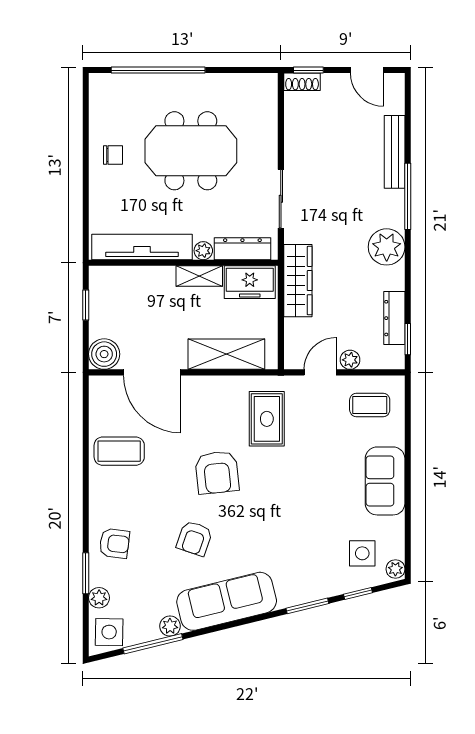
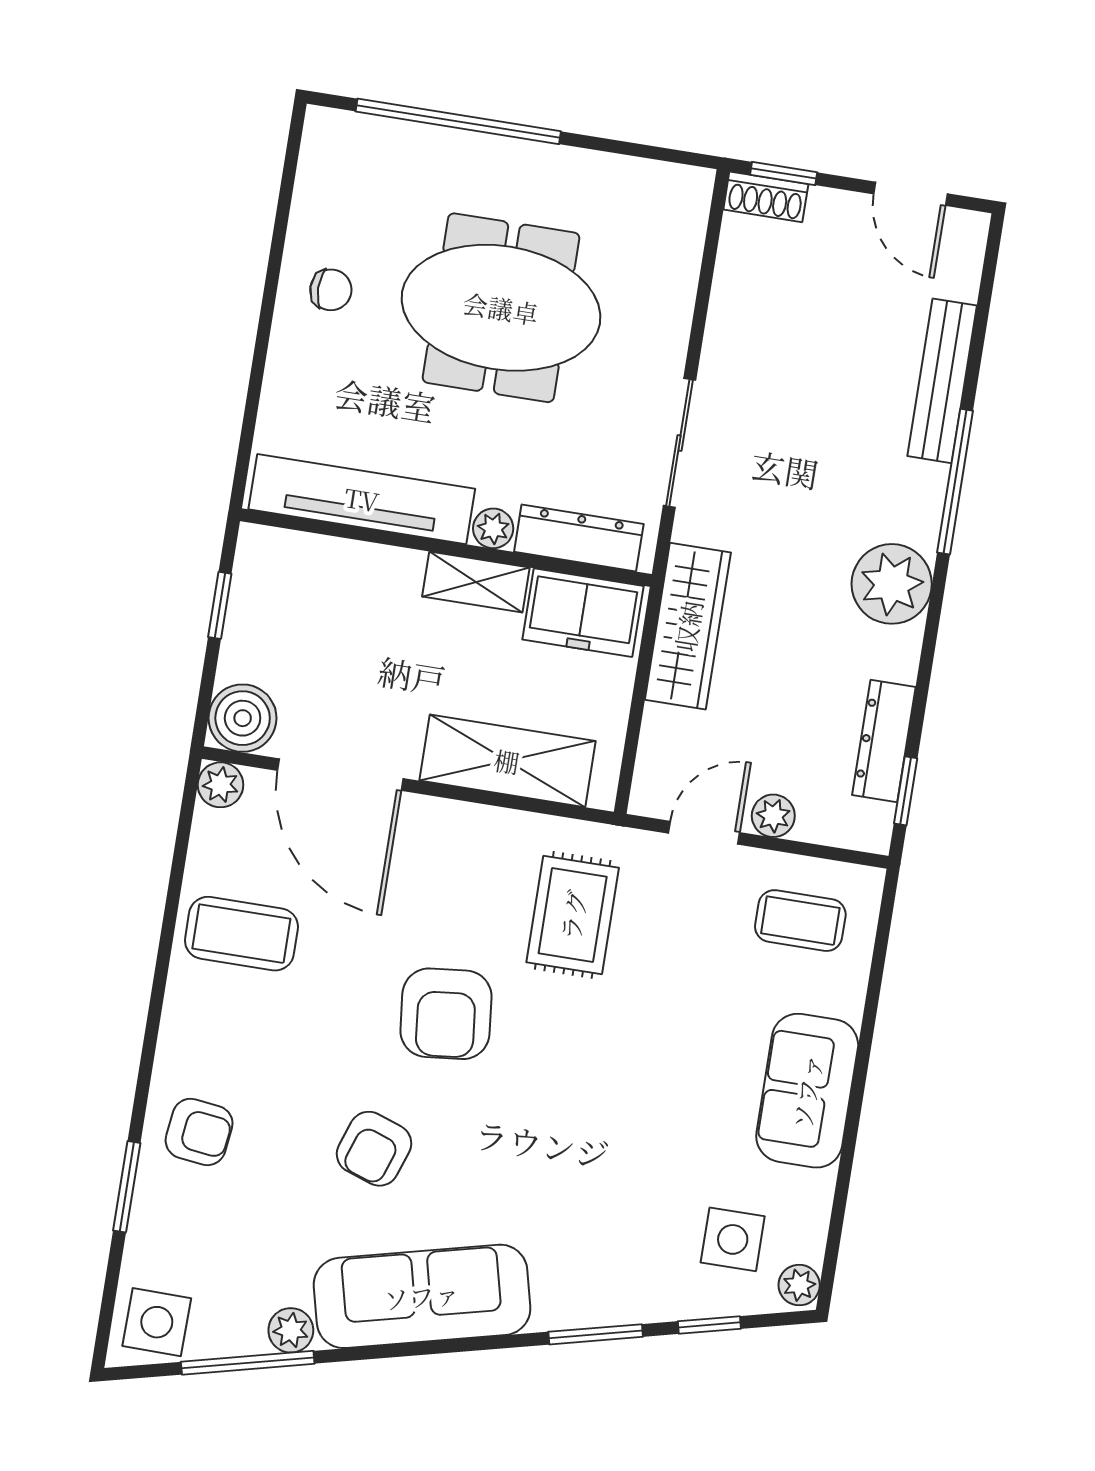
plant: (99, 598) -> (221, 785), moved

